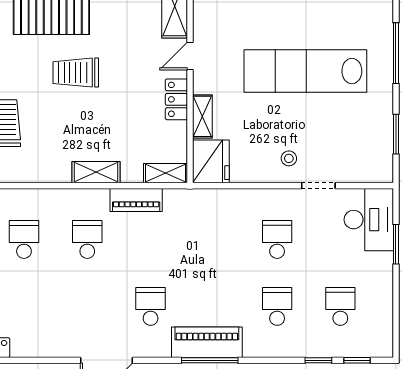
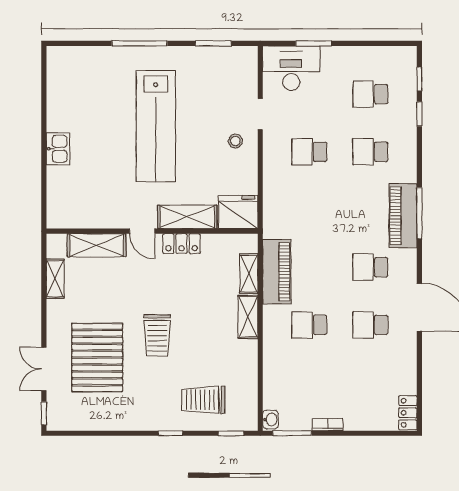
shelving: (202, 116) -> (187, 217), width x1.50, depth x1.33
shelving: (165, 173) -> (249, 274), moved
piano: (136, 200) -> (277, 272), width x1.37, depth x1.33
school desk: (24, 239) -> (370, 325), moved

